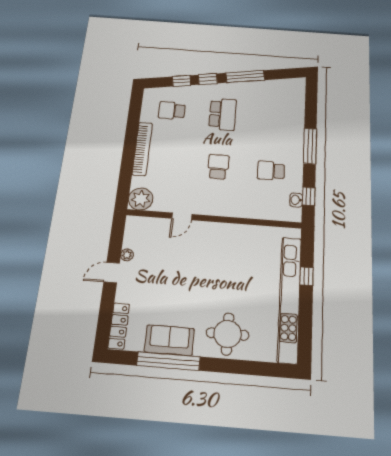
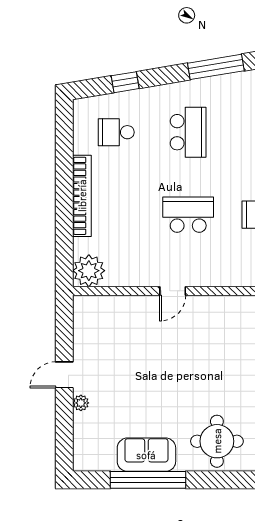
window: (208, 79) -> (162, 76), removed
school desk: (218, 167) -> (188, 215), width x1.85
door: (182, 216) -> (173, 291), moved
plant: (127, 255) -> (81, 403), moved
locker: (119, 326) -> (82, 442), removed

